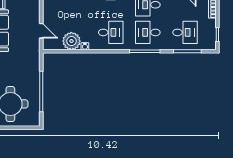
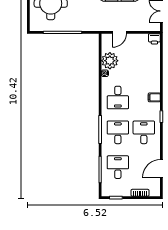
desk: (185, 32) -> (118, 167), turned 180

